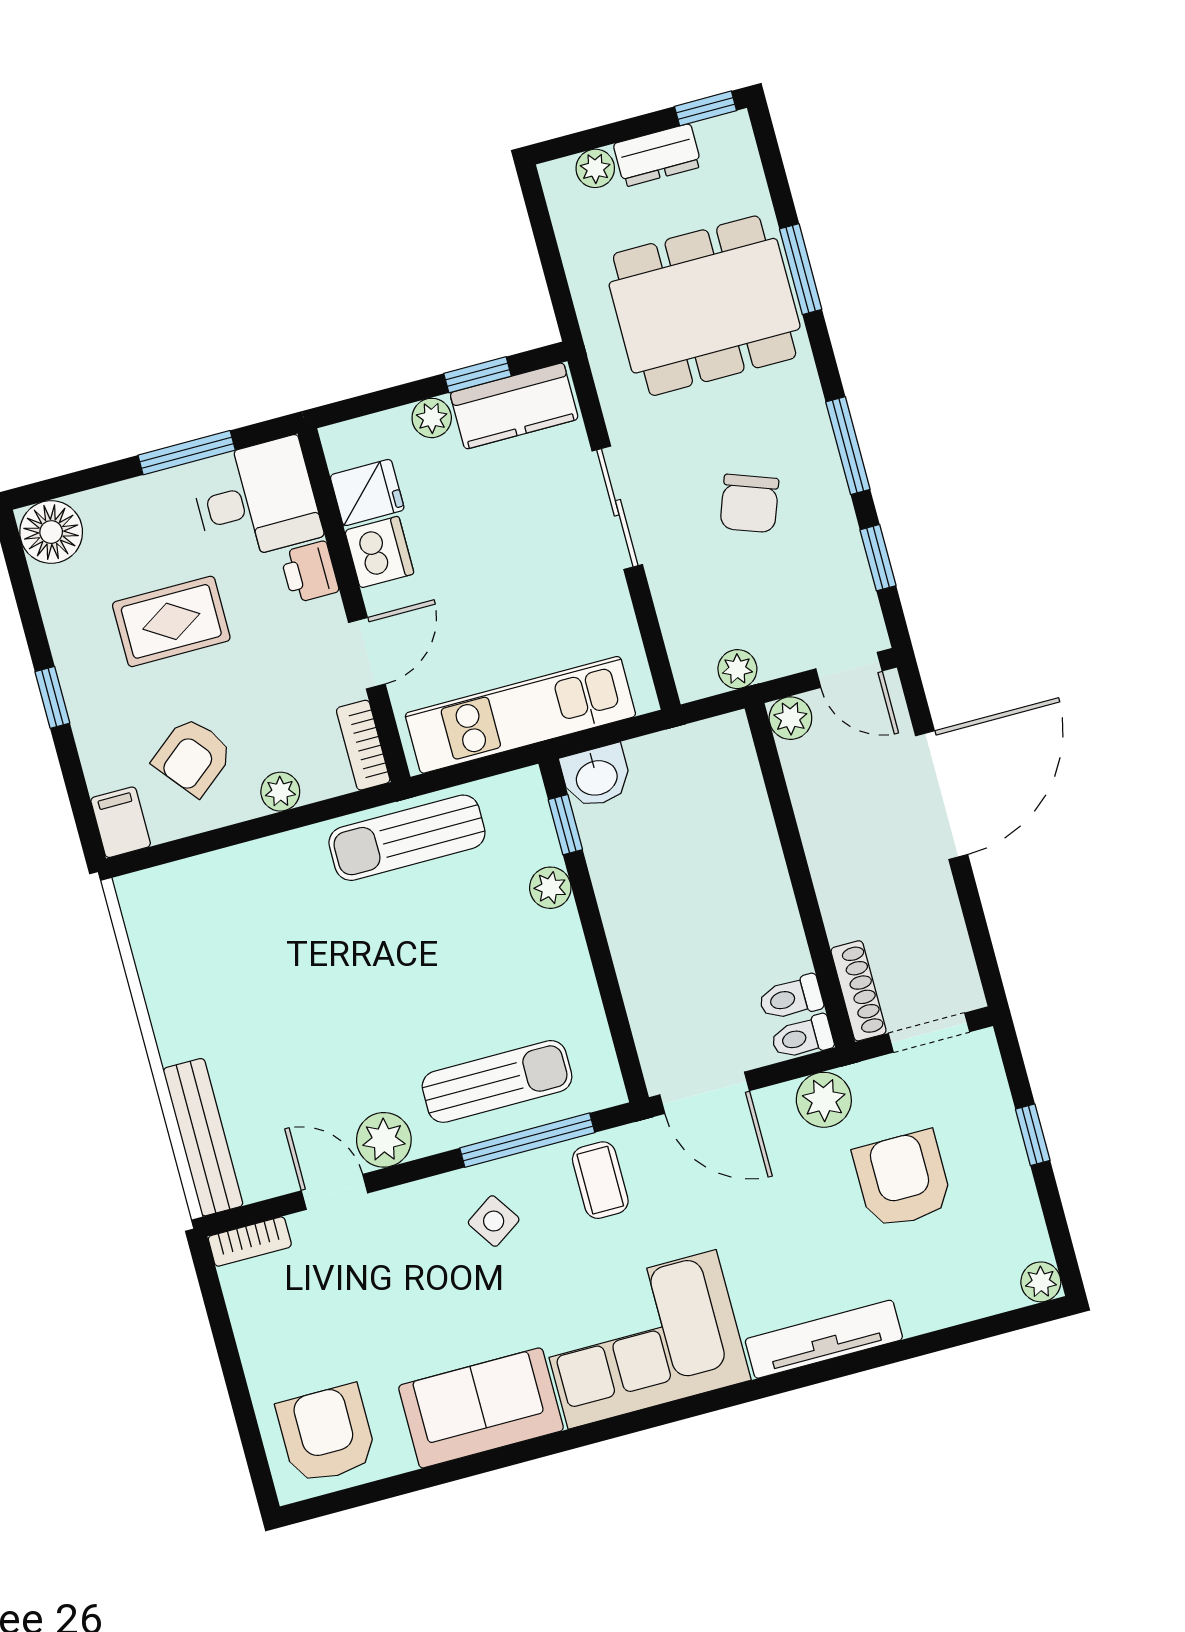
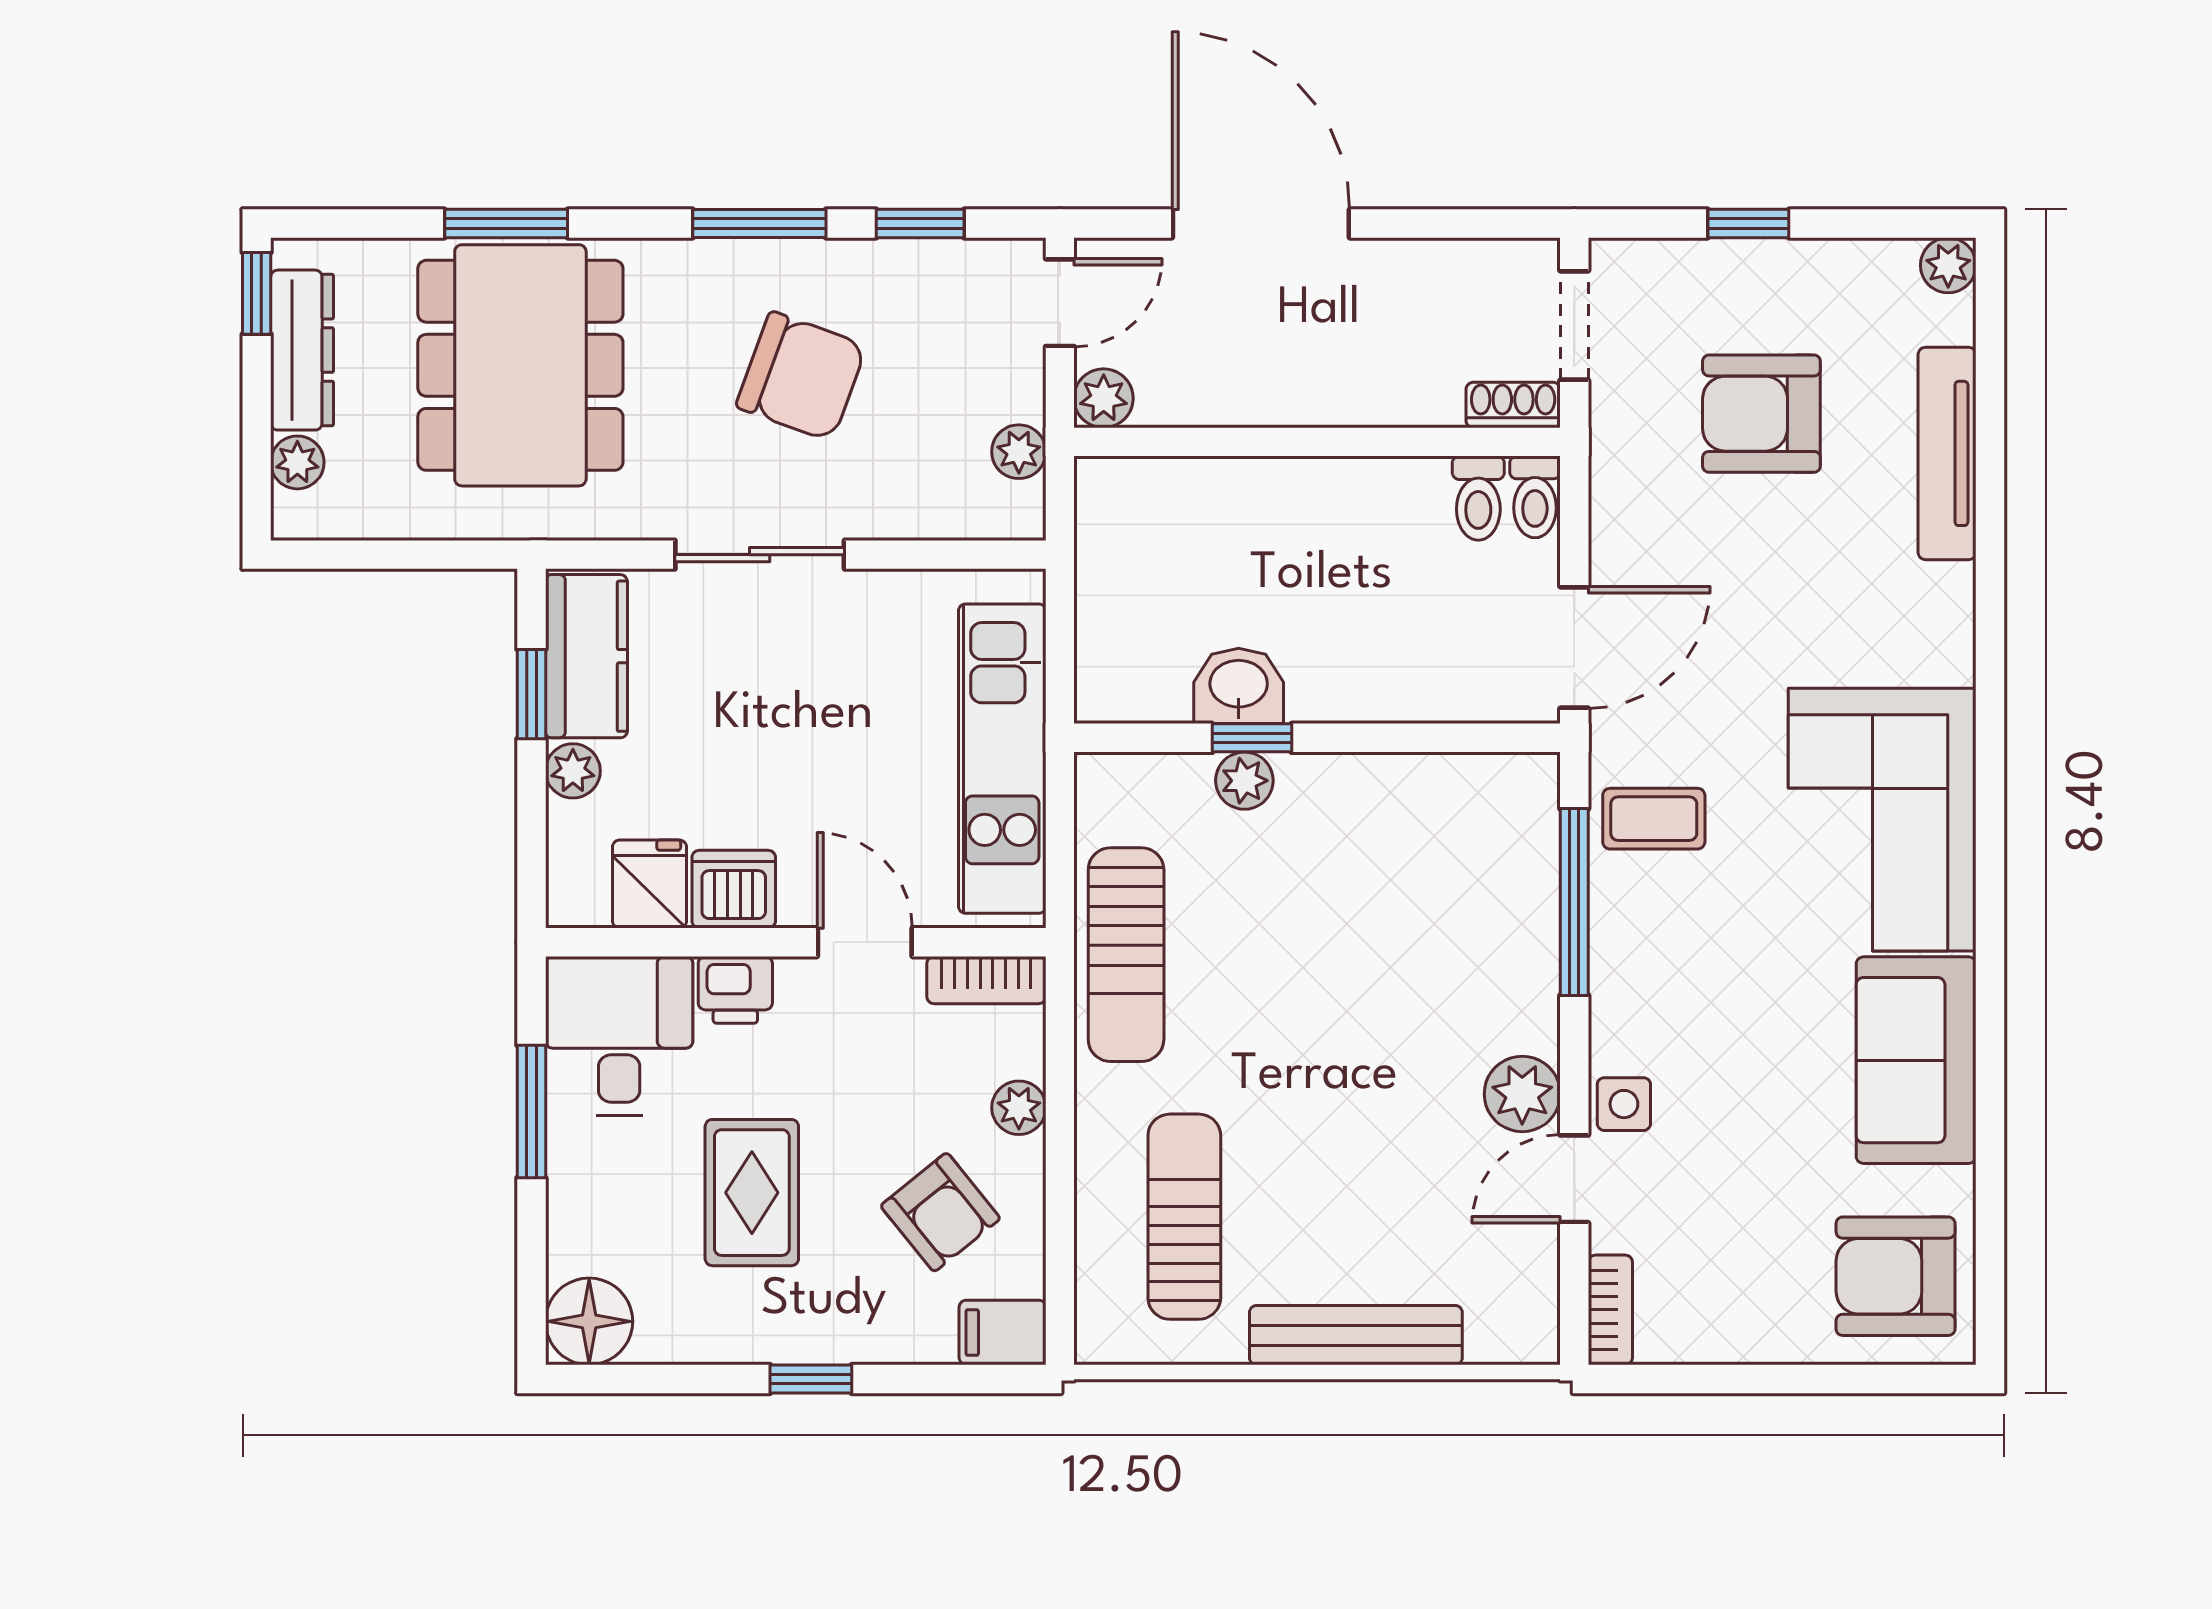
dresser: (657, 155) -> (302, 350), width x1.44
chair: (749, 503) -> (801, 376), width x1.37, depth x1.37
washbasin: (596, 776) -> (1239, 686), moved, turned -90
window: (565, 825) -> (1252, 738), moved
shoe rack: (858, 991) -> (1513, 405), width x0.70
sun lounger: (497, 1081) -> (1184, 1217), moved
plant: (824, 1100) -> (1626, 490), removed
bench: (203, 1137) -> (1356, 1335), moved
side table: (494, 1221) -> (1624, 1104), moved, turned 34
tv unit: (824, 1339) -> (1947, 453), moved

